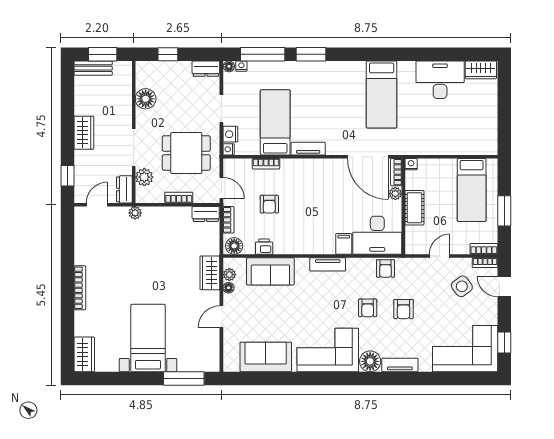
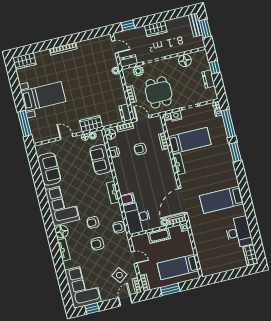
dresser: (206, 69) -> (208, 79), moved
door: (221, 188) -> (143, 118), swing flipped

